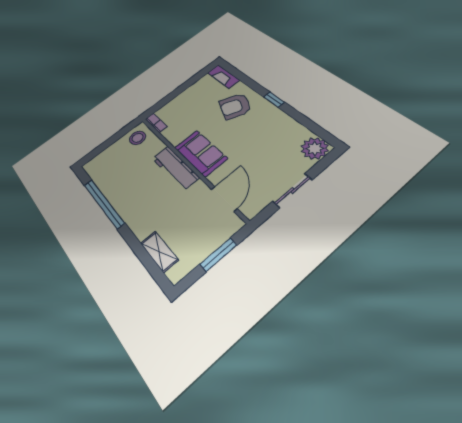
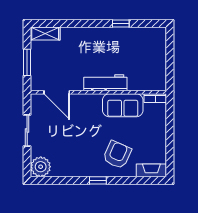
stool: (138, 138) -> (154, 78), removed
sofa: (201, 153) -> (123, 105), moved
window: (104, 204) -> (121, 23), width x0.32
shelving: (159, 252) -> (45, 34), moved

